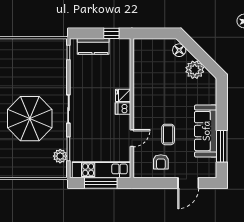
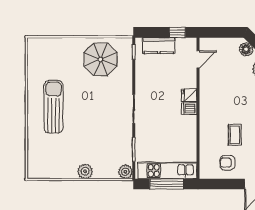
parasol: (30, 119) -> (101, 59), moved, width x0.73, depth x0.73
door: (132, 138) -> (198, 59), moved
plant: (60, 156) -> (125, 172), moved
armchair: (161, 162) -> (227, 163), turned 90
plant: (20, 170) -> (85, 171), added

